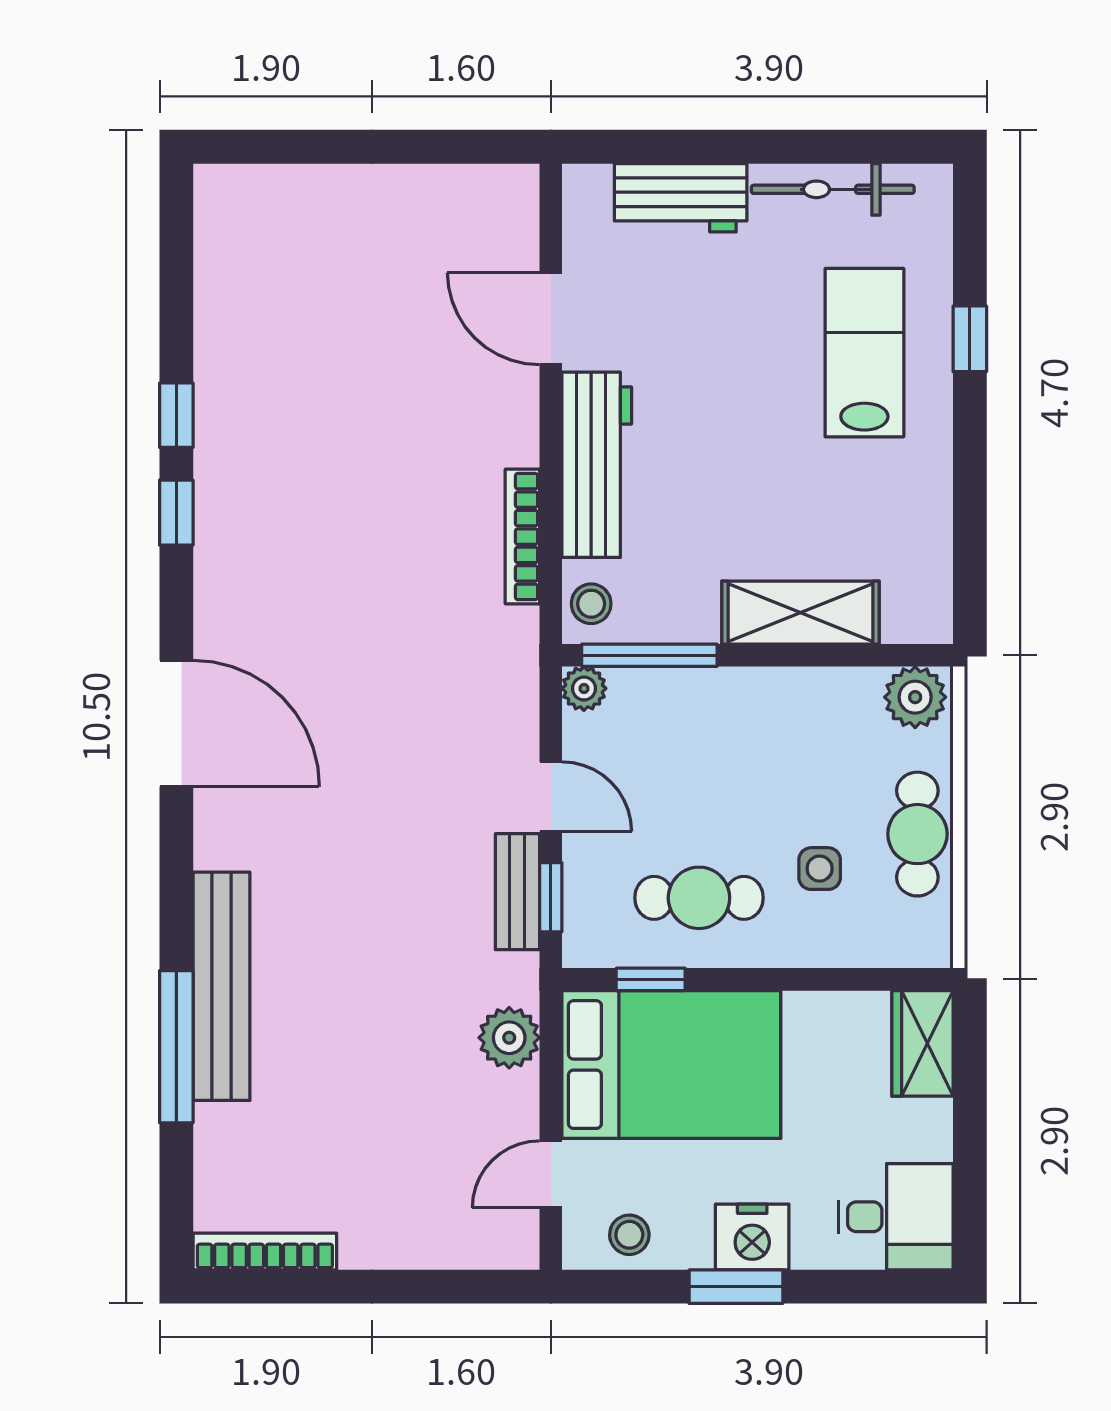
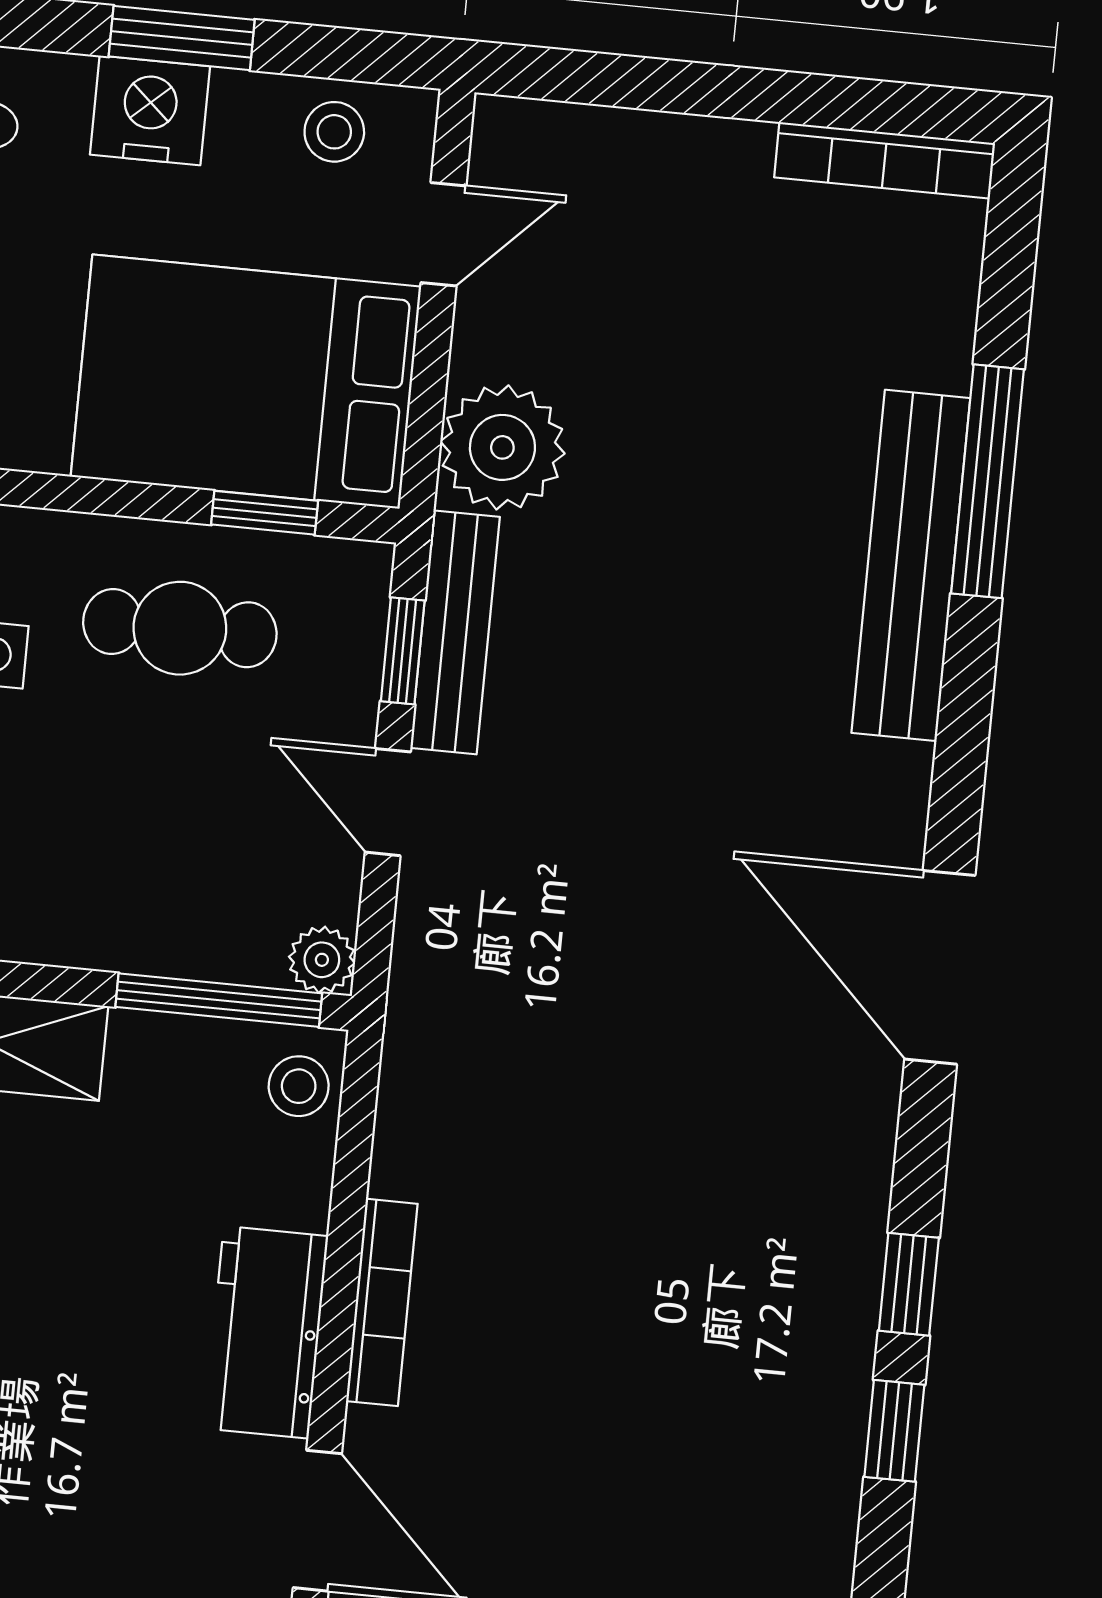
workbench: (597, 465) -> (266, 1332), width x0.73
bookcase: (522, 537) -> (382, 1302), moved
bench: (517, 892) -> (455, 632), width x1.36
plant: (509, 1038) -> (502, 447), width x1.36, depth x1.36

